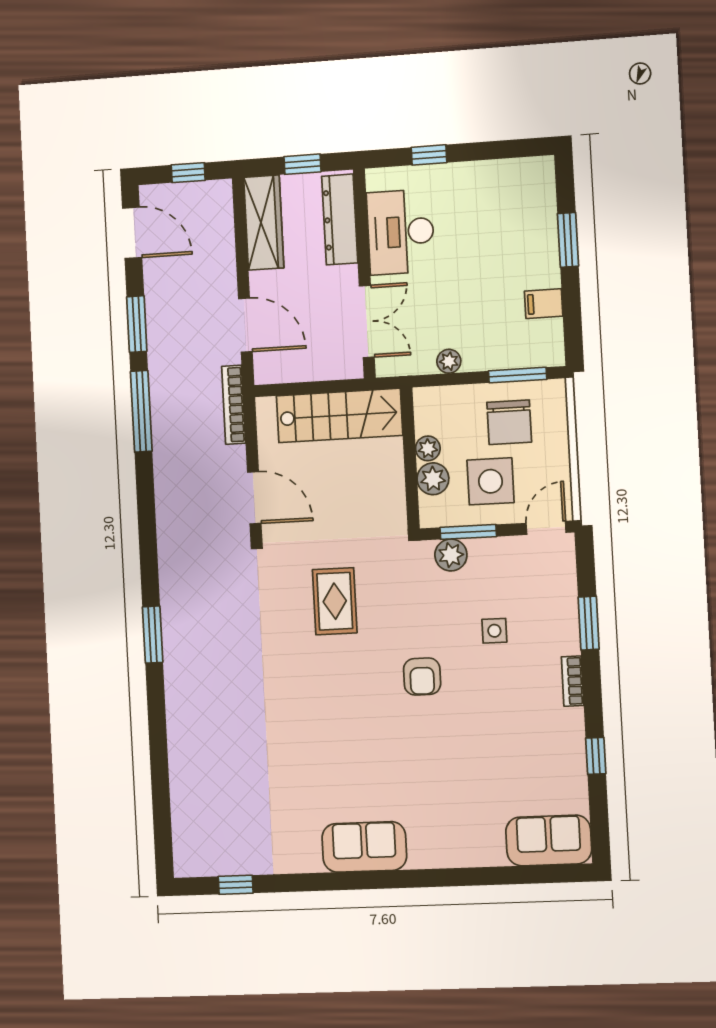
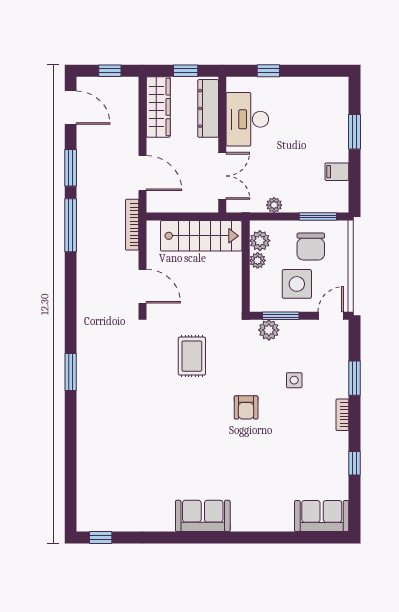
plant: (433, 479) -> (260, 241), moved
window: (236, 885) -> (101, 537), moved

